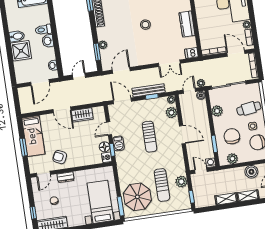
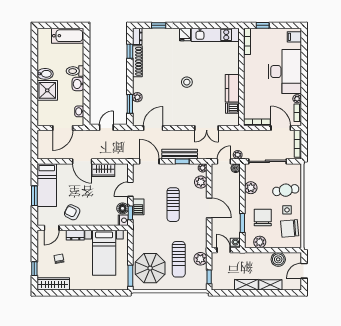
dishwasher: (191, 53) -> (232, 108), moved
bed with nightstands: (100, 202) -> (104, 253), moved, turned 180

